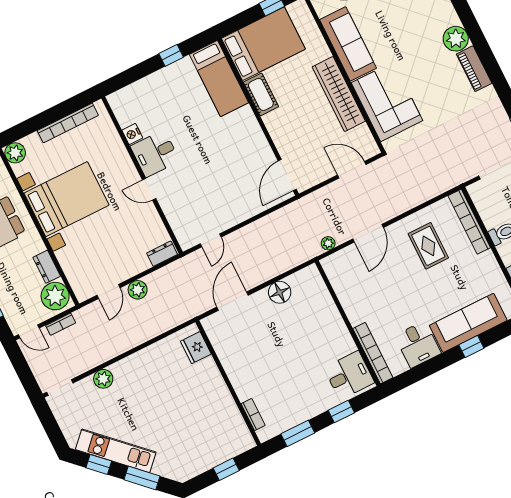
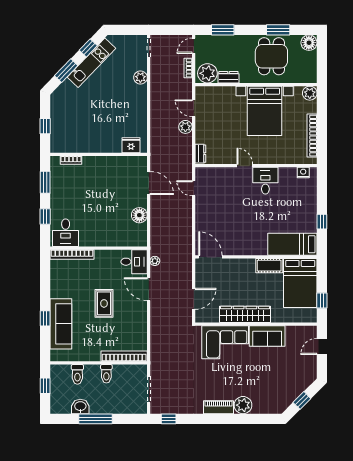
sofa: (348, 44) -> (267, 336), width x0.73
nightstand: (132, 134) -> (303, 173), moved
door: (149, 189) -> (245, 166), hinge flipped
rug: (428, 246) -> (104, 303), moved, turned 90
desk: (418, 344) -> (134, 262), moved, turned 180

